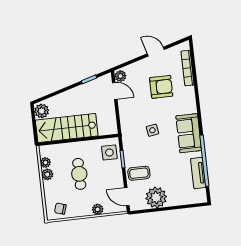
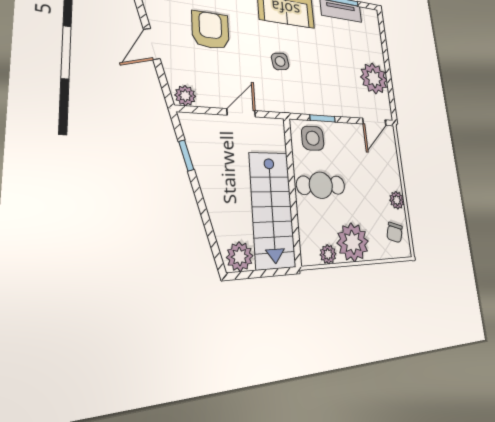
door: (156, 52) -> (152, 44), moved
door: (115, 91) -> (241, 113), moved
coffee table: (139, 173) -> (342, 97), removed
plant: (47, 174) -> (353, 242), width x1.87, depth x1.87
cafe table: (79, 174) -> (321, 185), moved
plant: (98, 209) -> (397, 200), moved

